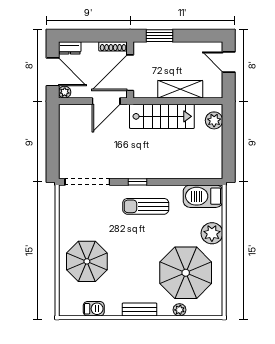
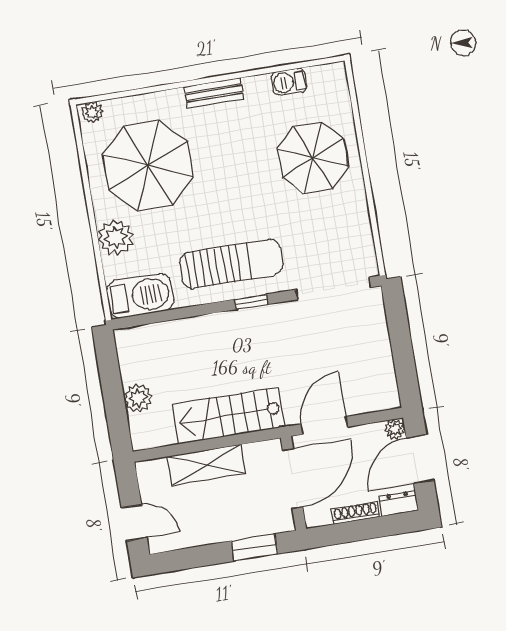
shoe rack: (113, 46) -> (356, 513), moved
door: (53, 72) -> (420, 459), hinge flipped
plant: (214, 120) -> (138, 398), moved
sun lounger: (146, 206) -> (231, 264), width x1.36, depth x1.34
plant: (180, 310) -> (92, 112), moved

